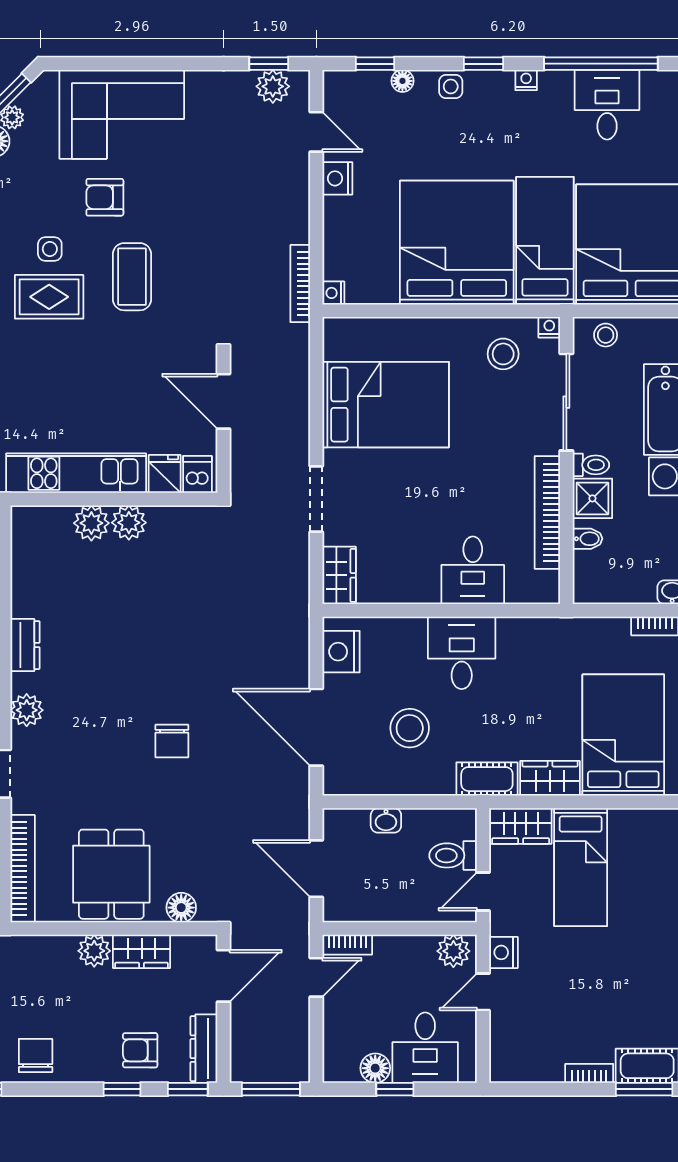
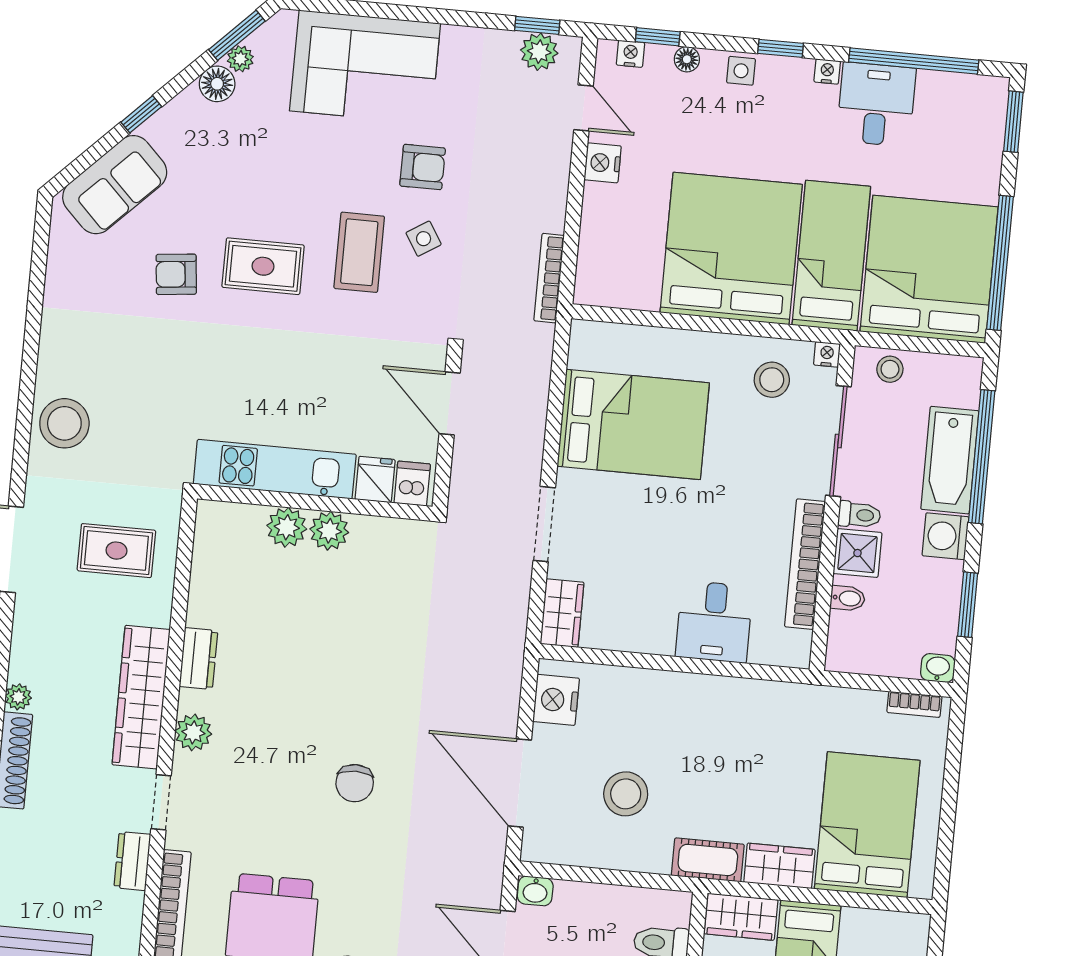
desk: (607, 105) -> (876, 104), moved
armchair: (105, 197) -> (423, 167), moved, turned 180
side table: (50, 249) -> (424, 239), moved, turned -32
nightstand: (333, 293) -> (630, 54), moved, turned 90
desk: (462, 653) -> (693, 714), removed
washbasin: (386, 820) -> (535, 891), moved

